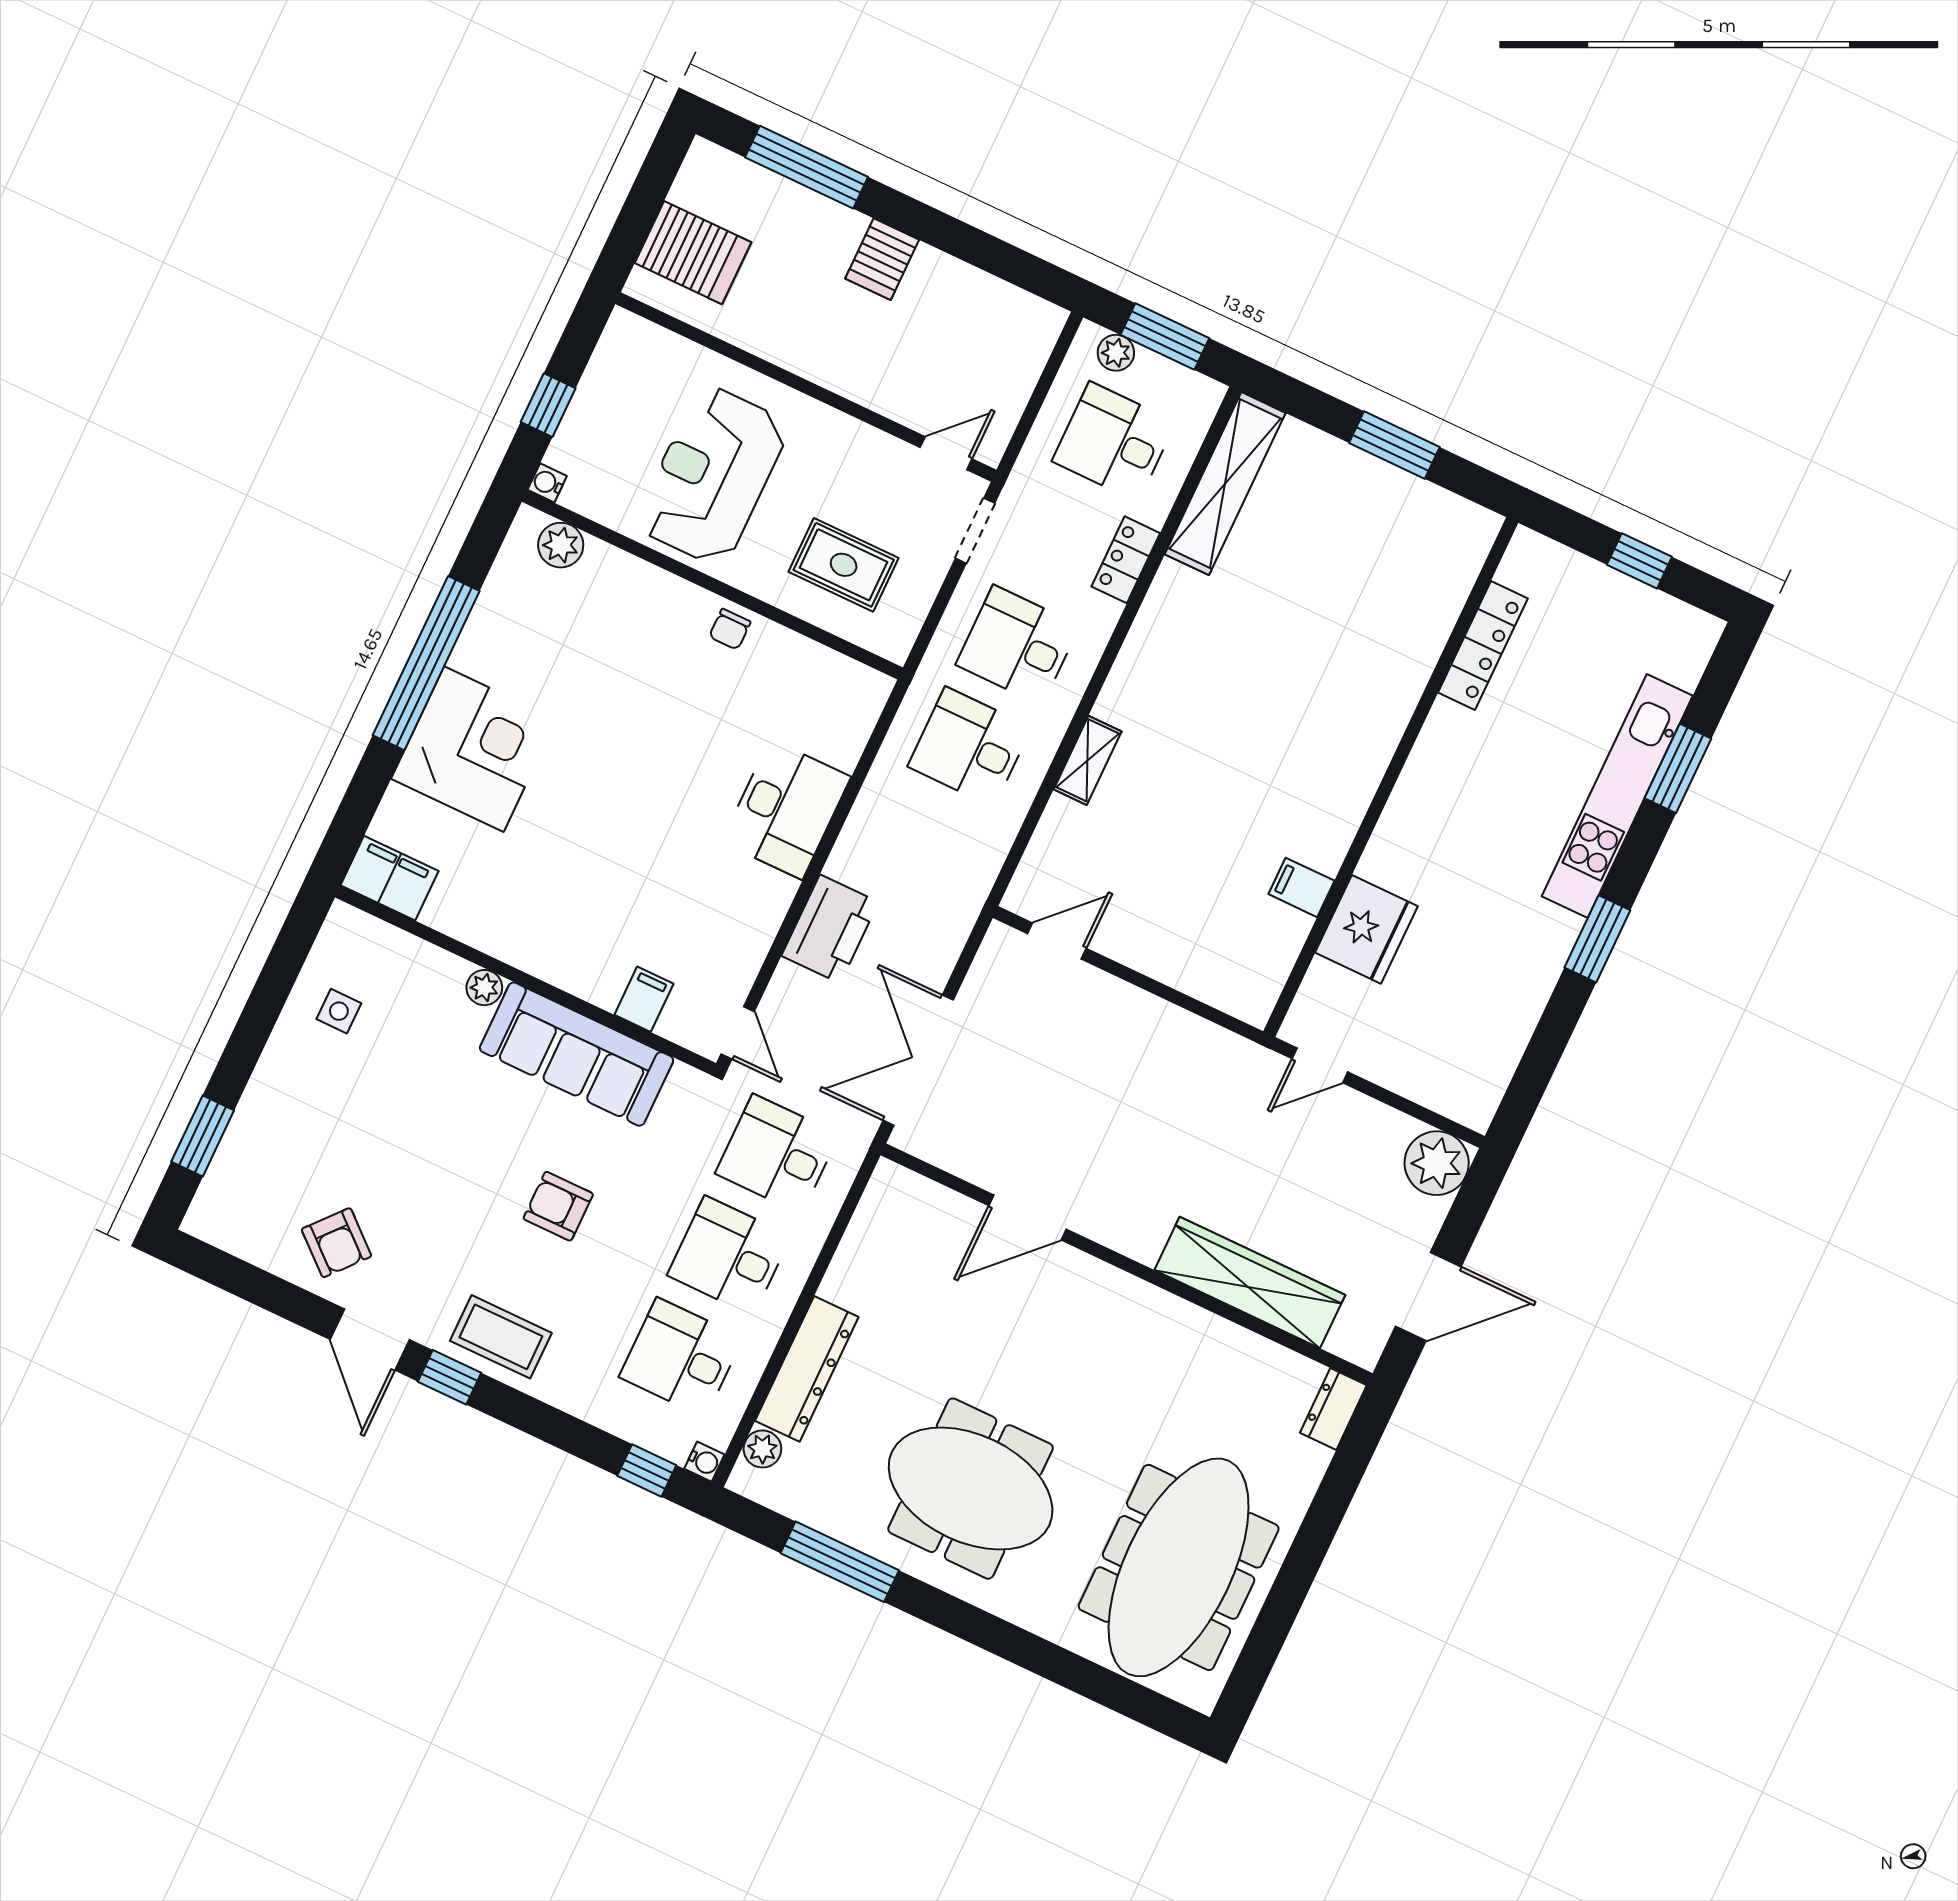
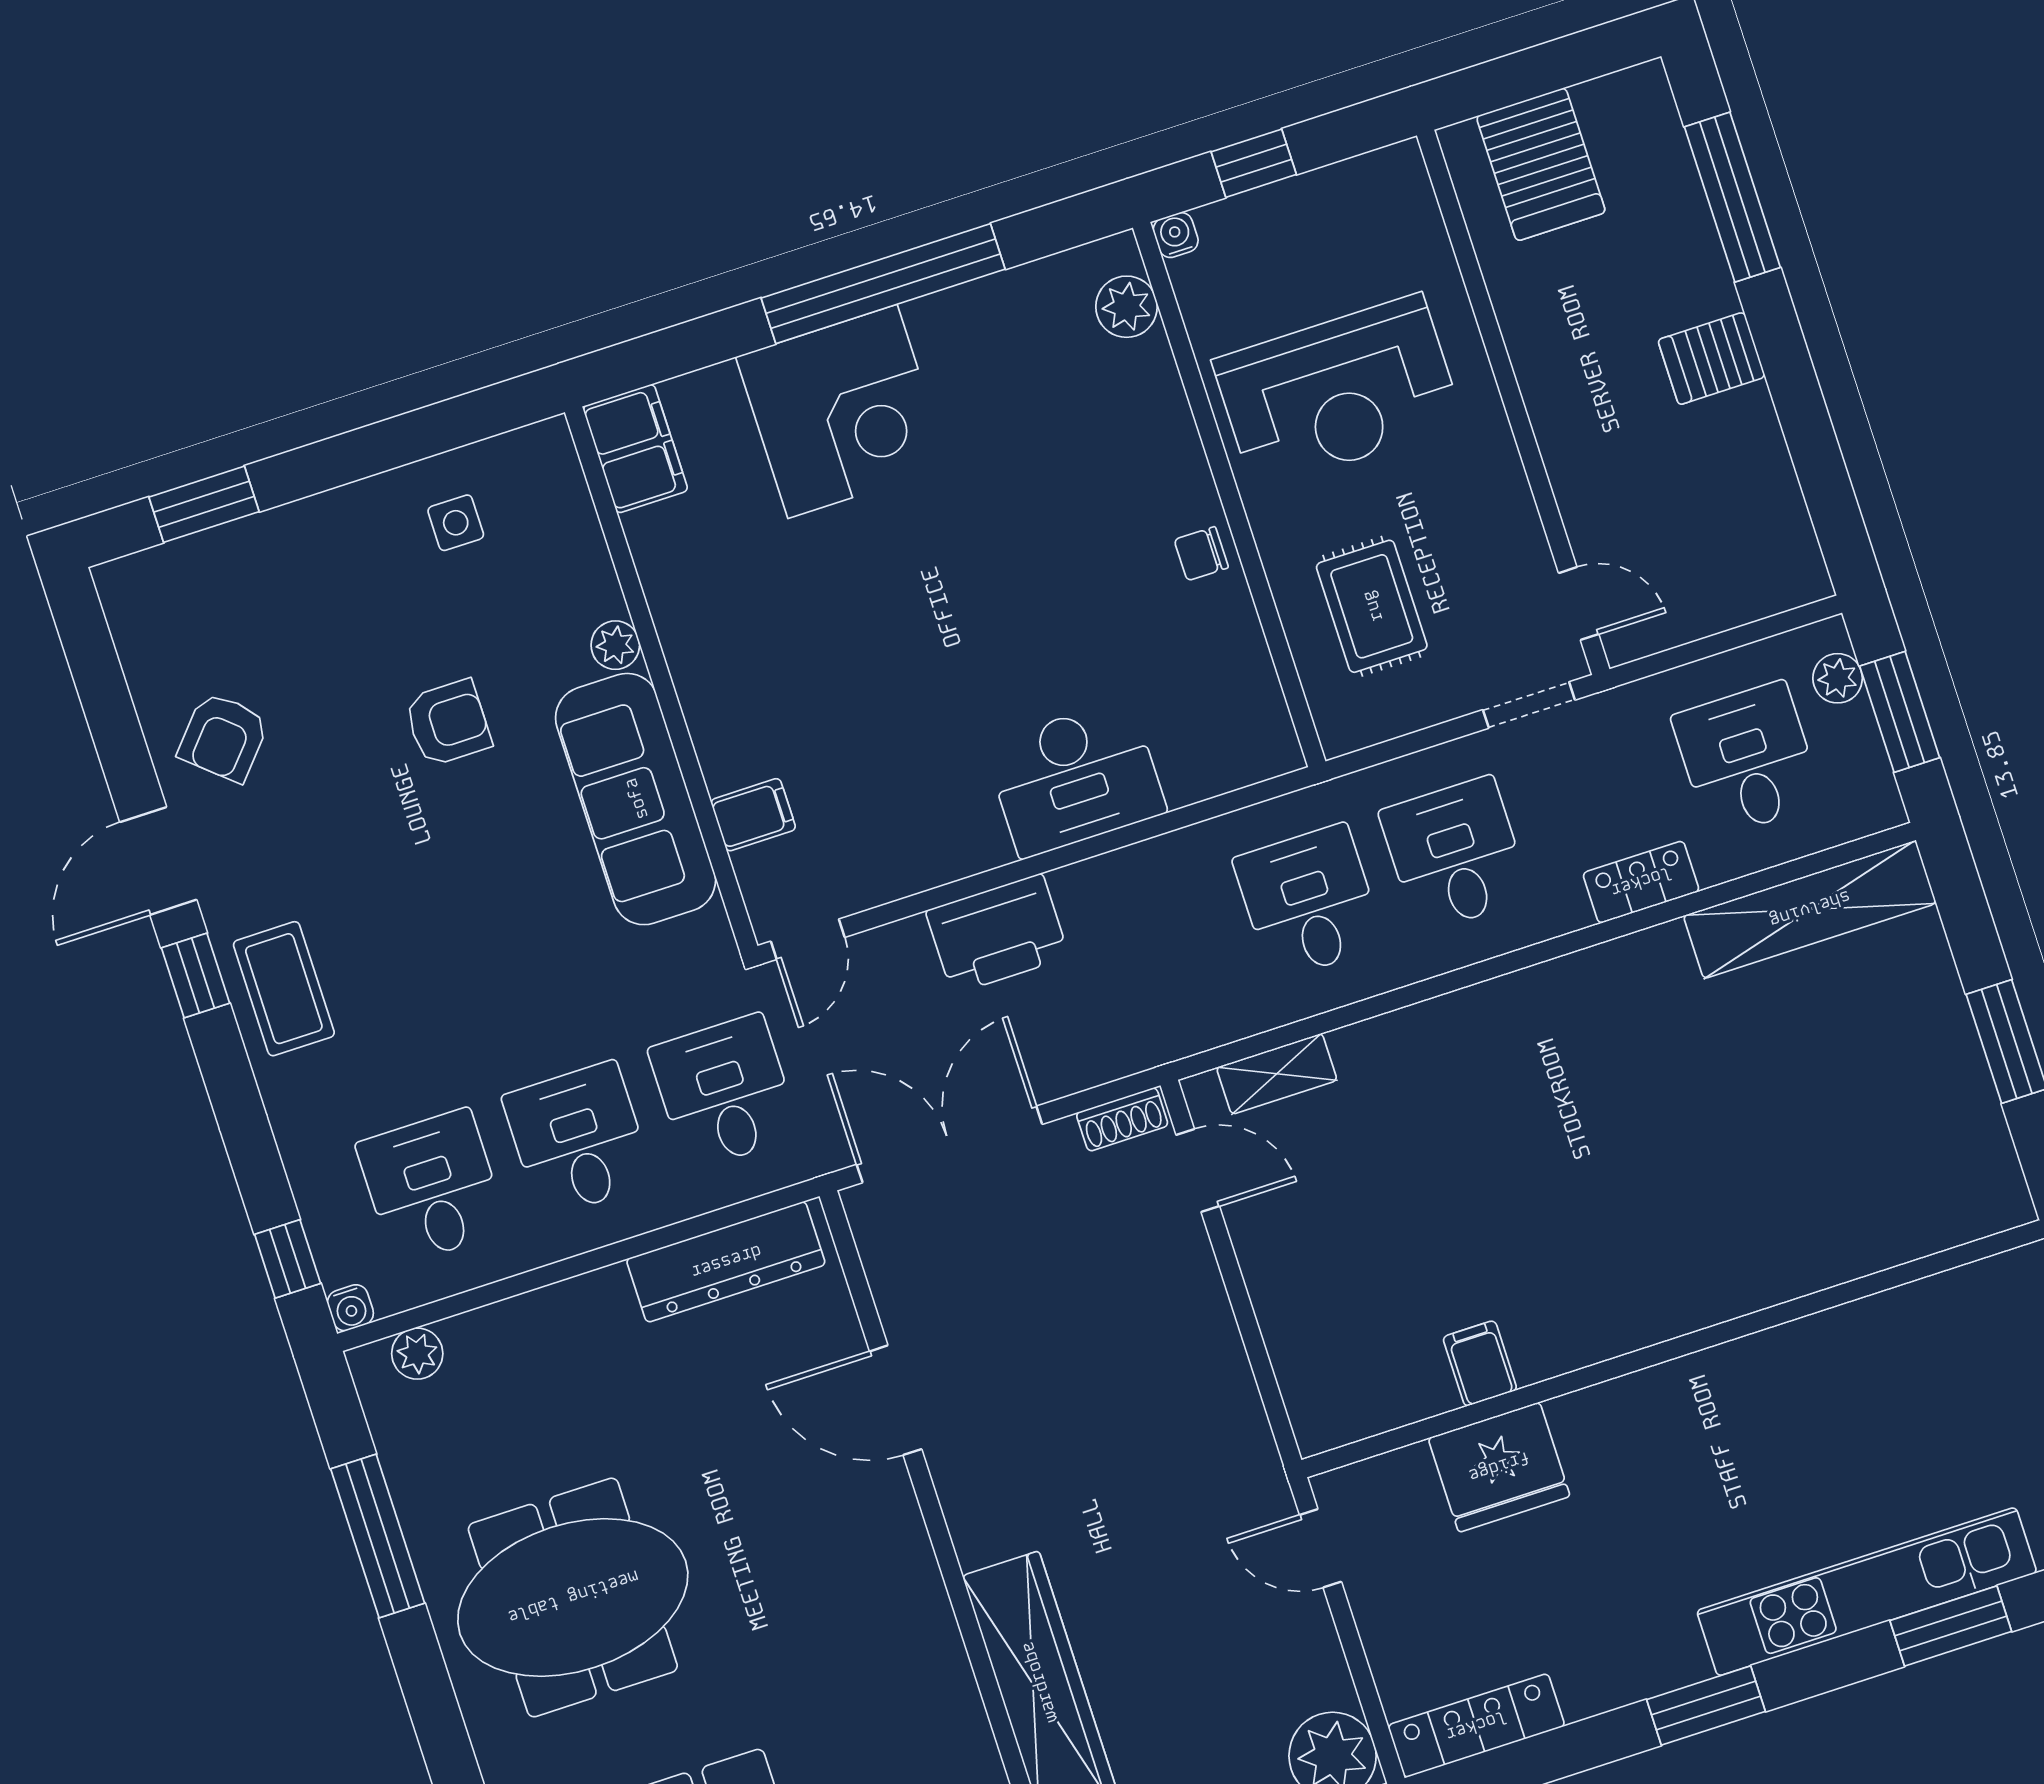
reception desk: (712, 475) -> (1338, 392), turned 180
locker: (1483, 645) -> (1476, 1726), moved, turned 180
shelving: (1088, 760) -> (1277, 1074), moved
shoe rack: (992, 956) -> (1122, 1119), added
armchair: (558, 1206) -> (448, 723), moved, turned 90
dresser: (807, 1369) -> (726, 1262), moved
meeting table: (971, 1489) -> (573, 1597), turned 90

